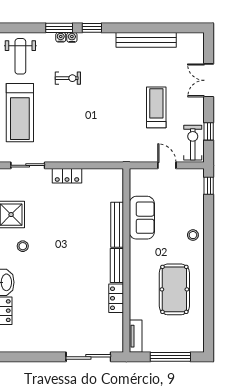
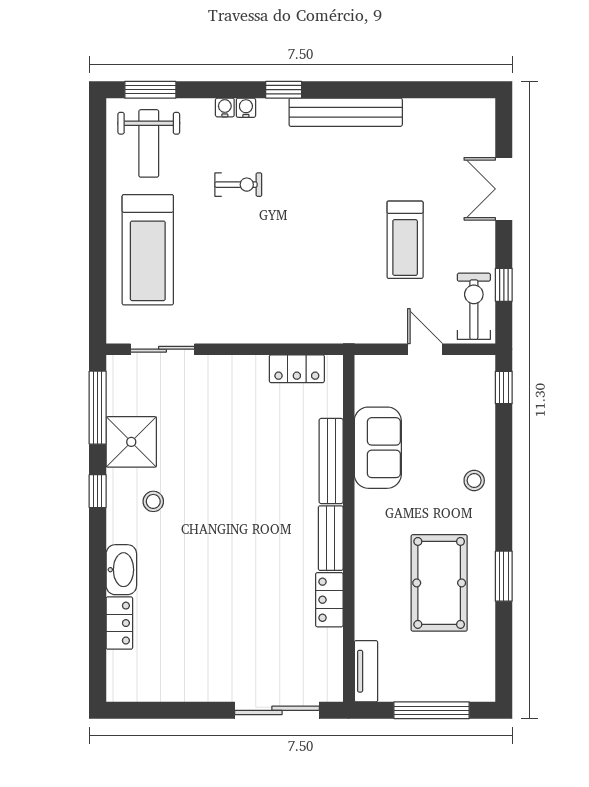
window: (59, 28) -> (150, 90), moved
bench: (146, 40) -> (346, 112), moved
treadmill: (156, 107) -> (405, 240), turned 180
locker: (67, 176) -> (297, 369), moved
window: (209, 286) -> (504, 576), added

